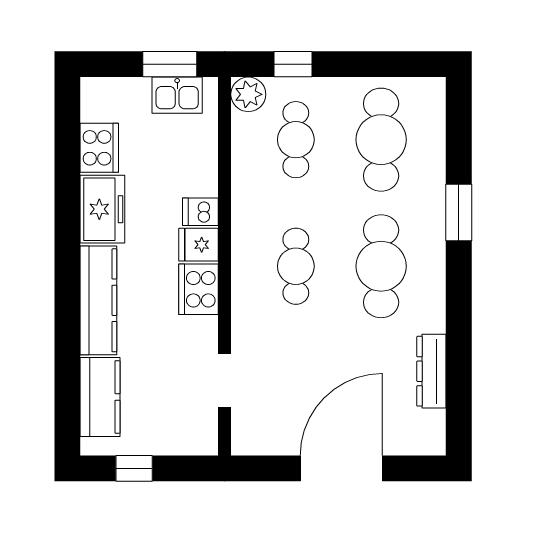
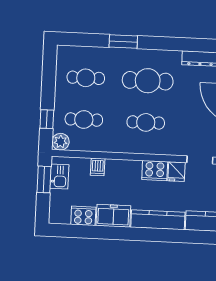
cafe table: (381, 140) -> (86, 78), width x0.73, depth x0.74
dishwasher: (200, 212) -> (98, 167), moved
fridge: (198, 245) -> (177, 172), moved

